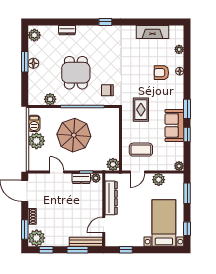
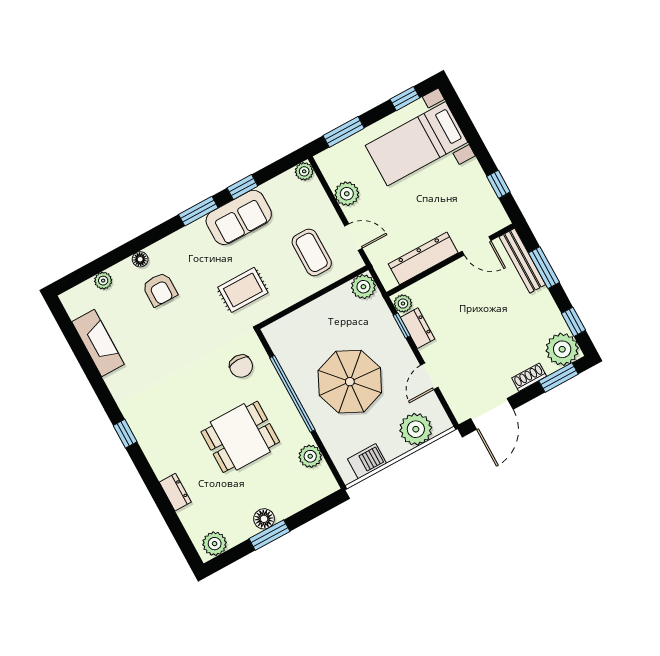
plant: (36, 141) -> (416, 429), moved

